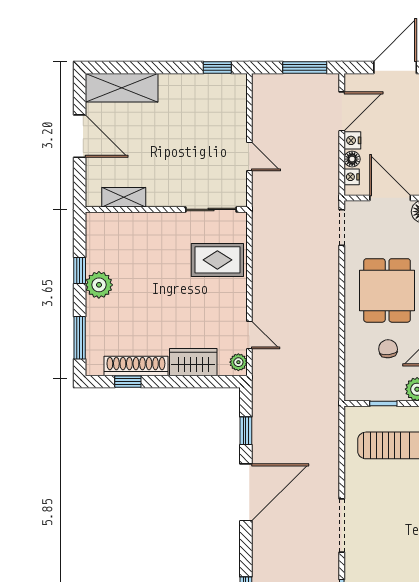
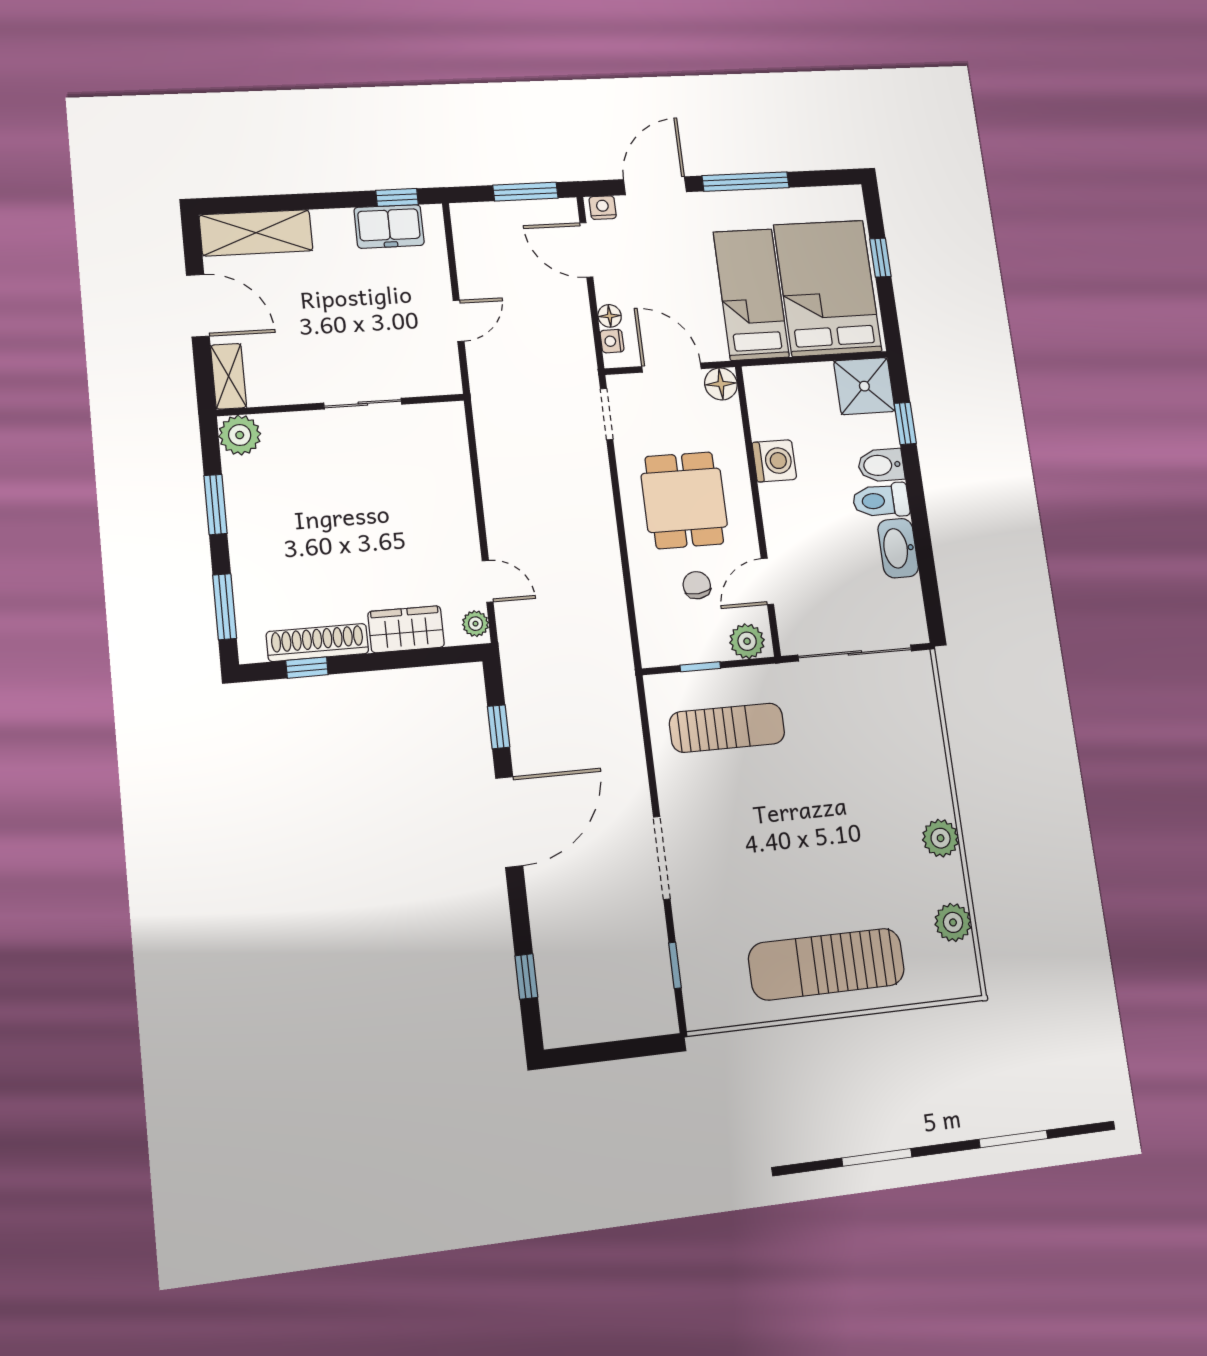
freezer: (210, 88) -> (389, 226), added
door: (342, 111) -> (586, 250), swing flipped
nightstand: (352, 140) -> (603, 208), moved, turned 90
door: (249, 156) -> (459, 321), hinge flipped
shelving: (124, 197) -> (229, 376), moved, turned 90
sliding door: (211, 209) -> (363, 404), moved
rug: (217, 260) -> (427, 474), removed
window: (80, 270) -> (216, 505), width x1.50
plant: (99, 285) -> (240, 435), moved

